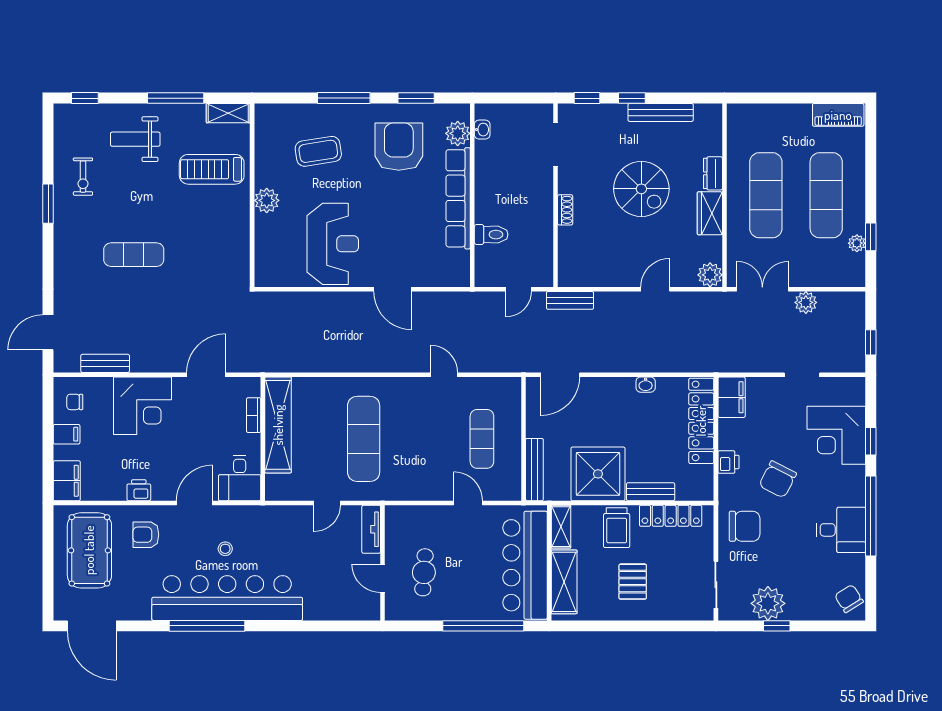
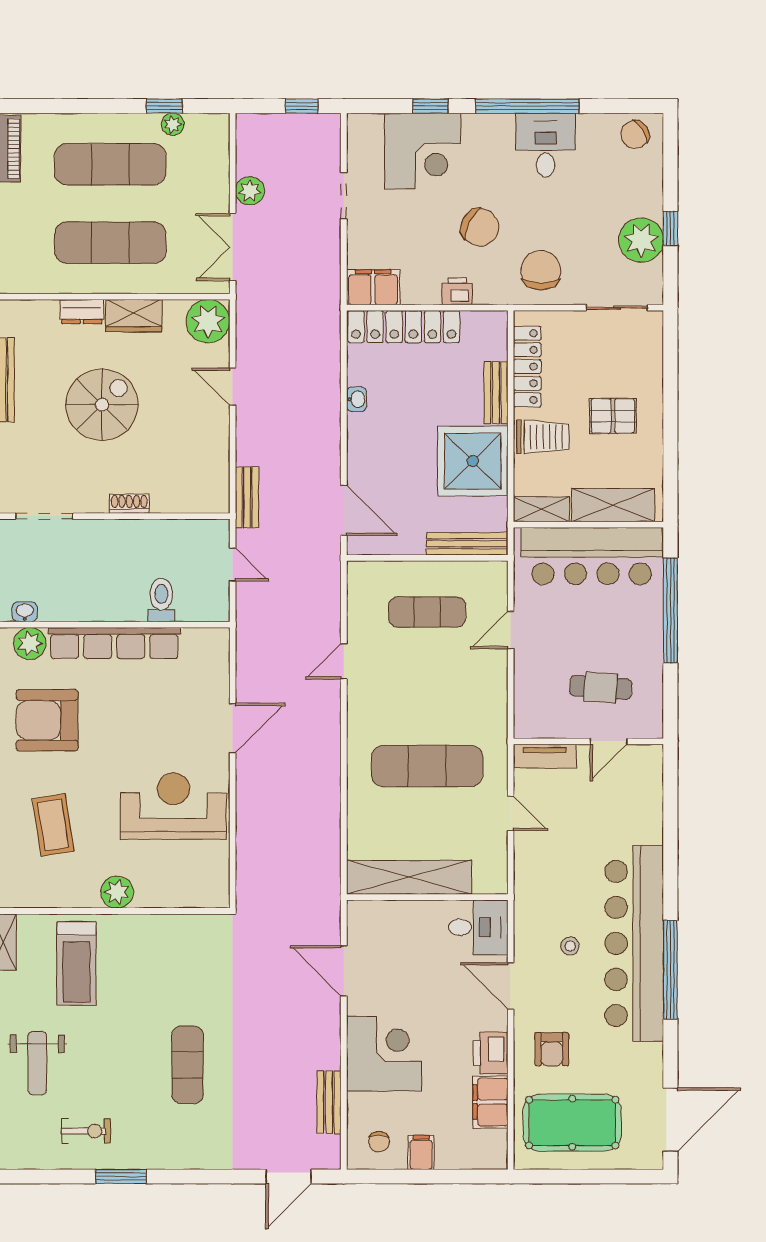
plant: (710, 275) -> (208, 321), width x1.36, depth x1.36
door: (48, 332) -> (289, 1176), hinge flipped
bookcase: (254, 415) -> (396, 909), removed
filing cabinet: (67, 481) -> (490, 1102), moved, turned -90
printer: (139, 490) -> (491, 1053), width x1.36, depth x1.24

